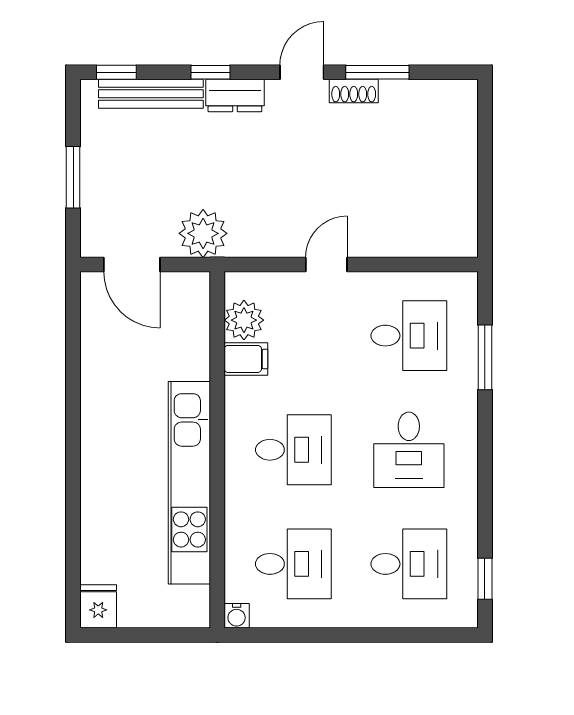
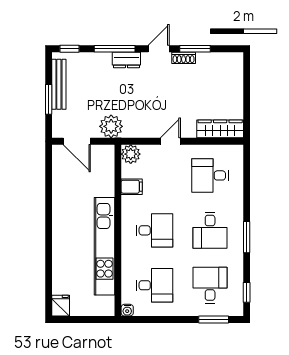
window: (210, 72) -> (115, 49), width x2.17
bench: (151, 94) -> (59, 84), moved, turned 90
wardrobe: (430, 239) -> (220, 129), added
plant: (244, 320) -> (131, 154), moved
desk: (409, 336) -> (210, 175), turned 180
window: (485, 357) -> (247, 237), moved
desk: (409, 564) -> (210, 285), turned -90
window: (416, 635) -> (214, 319), added

